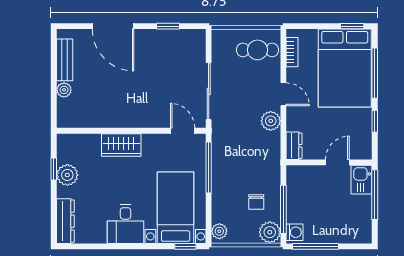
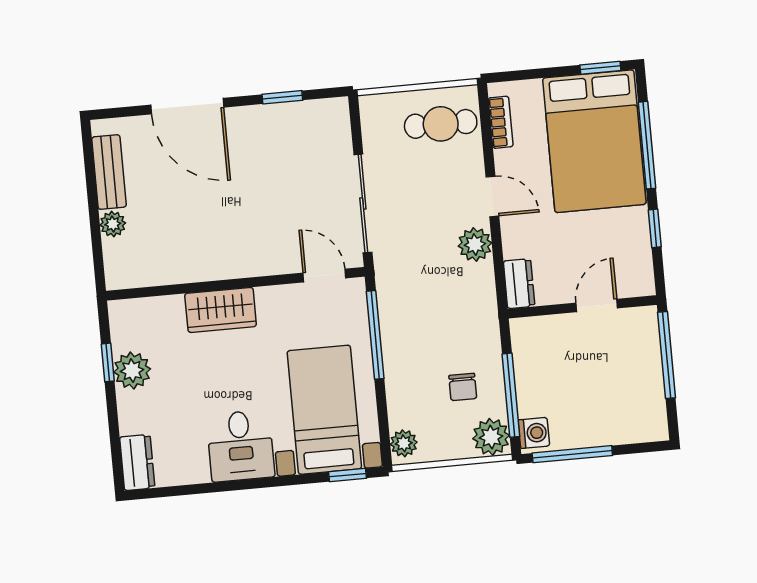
kitchen sink: (361, 180) -> (641, 331), removed
dresser: (65, 221) -> (137, 462), width x0.70

